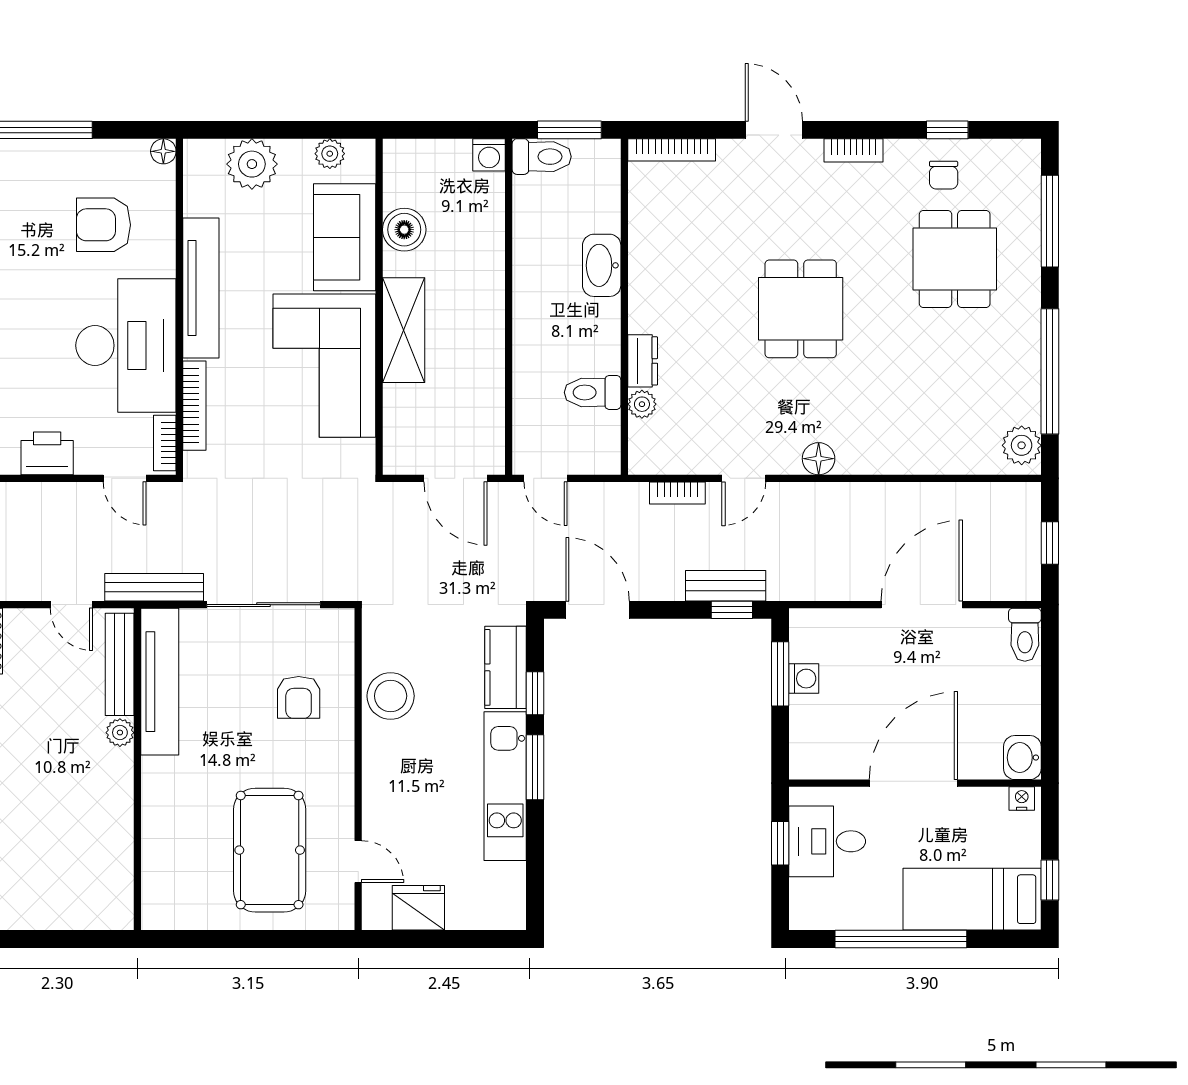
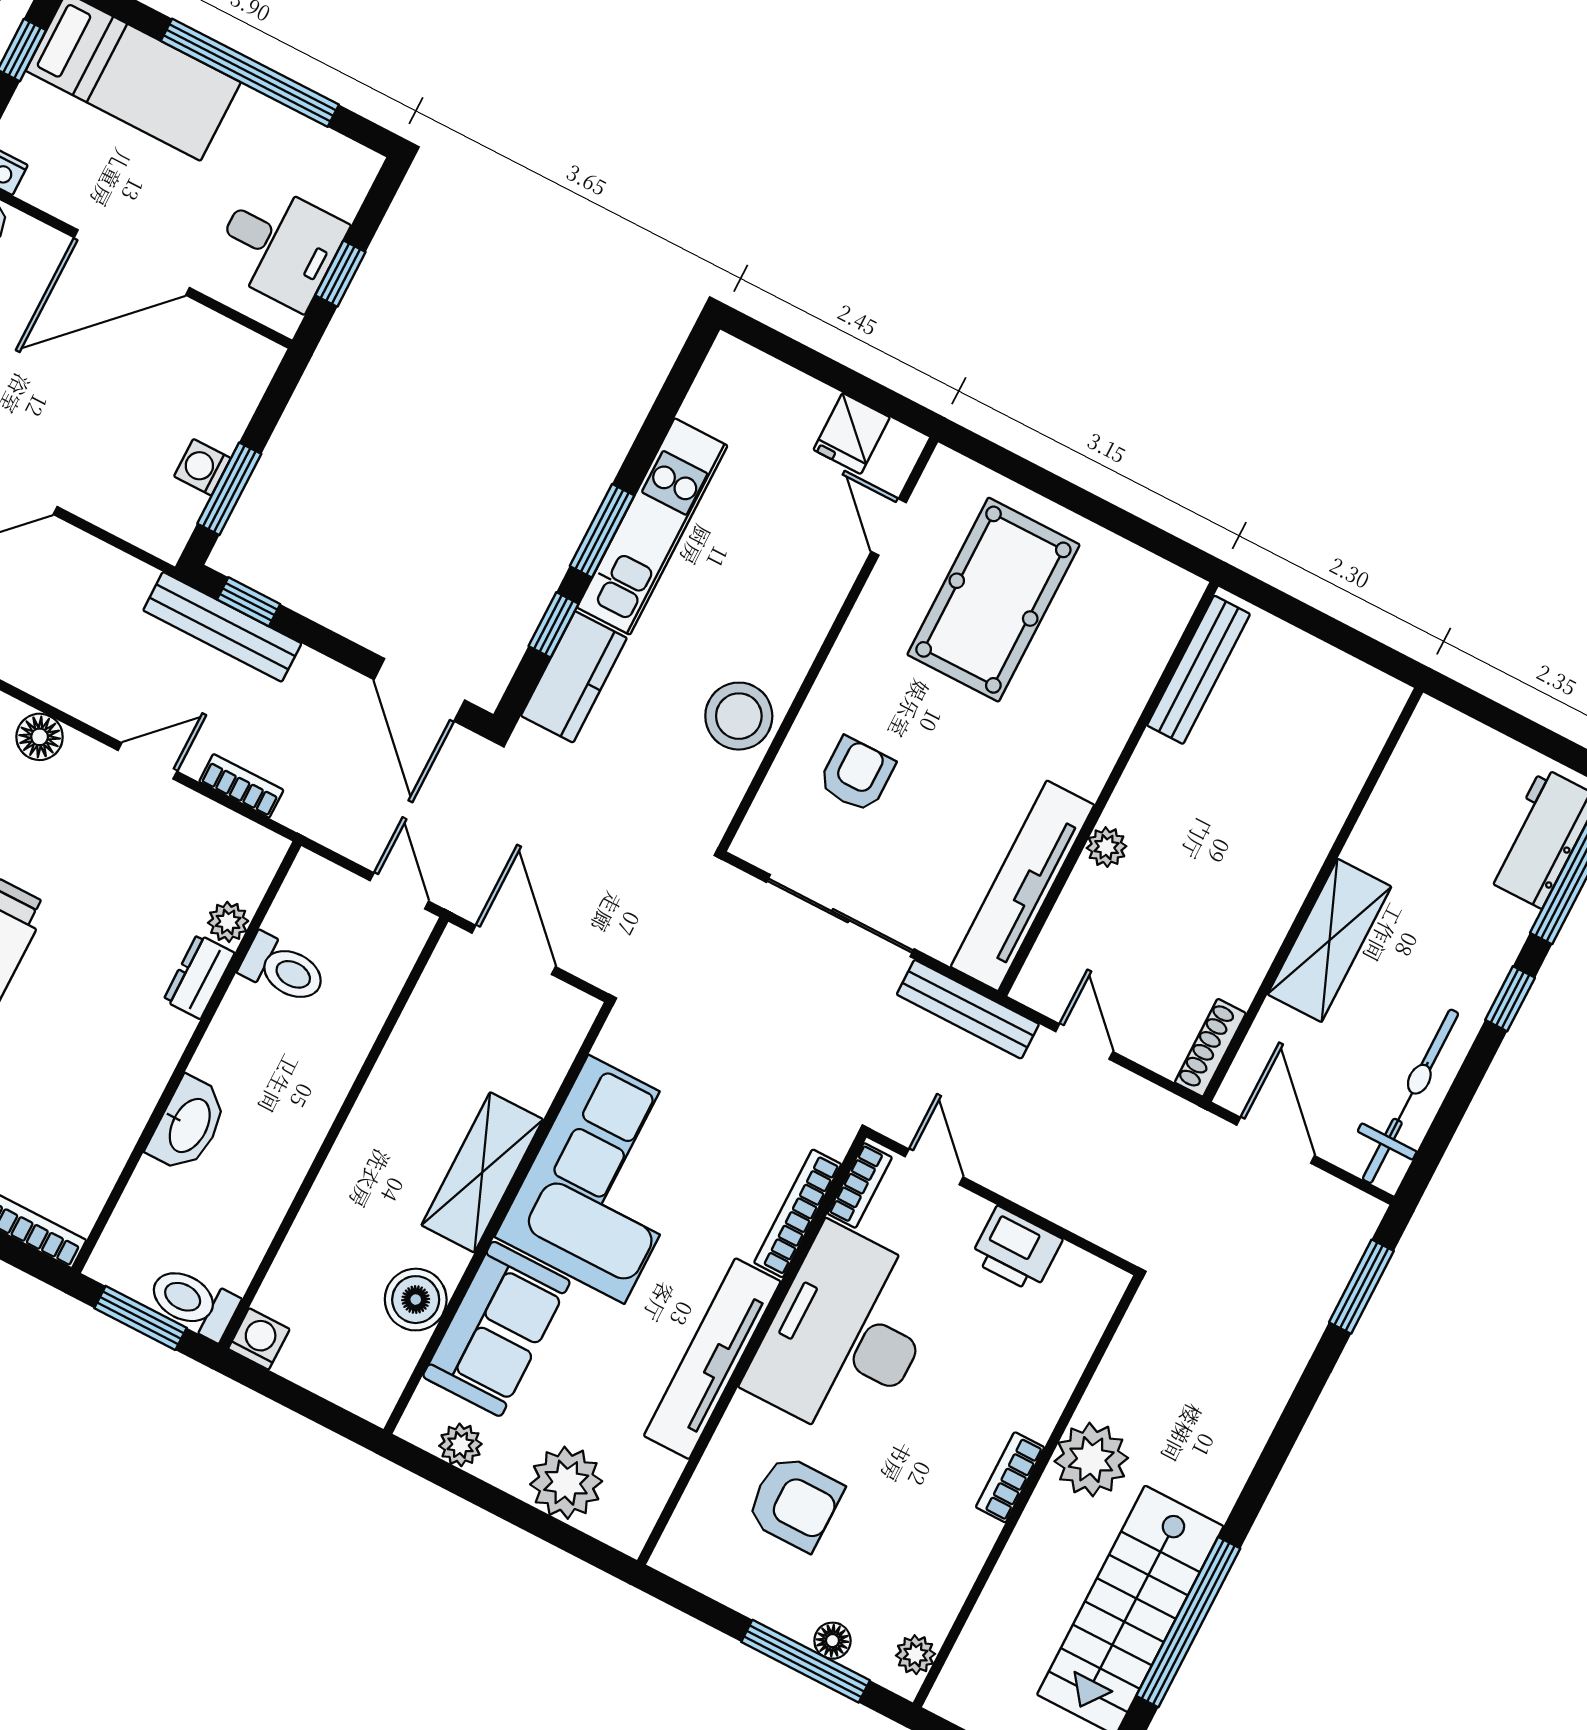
floor lamp: (163, 151) -> (832, 1641), moved
bench: (726, 586) -> (222, 627), width x1.36
bench: (120, 664) -> (1199, 670), moved
fridge: (418, 908) -> (852, 433), width x0.72

